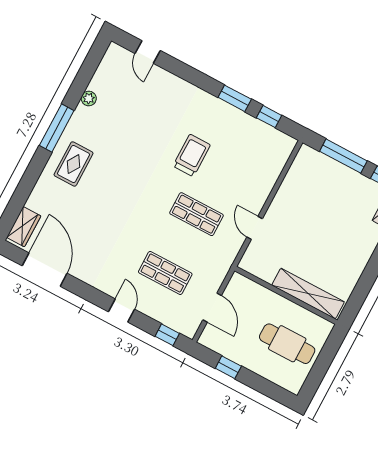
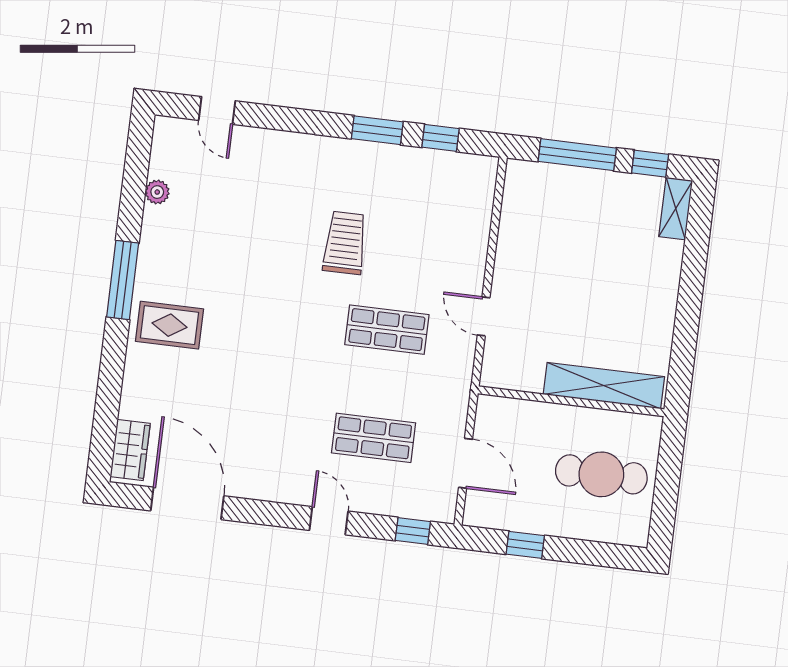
plant: (89, 98) -> (157, 192), moved
rug: (74, 164) -> (170, 325), turned 90

